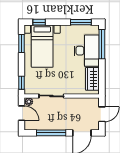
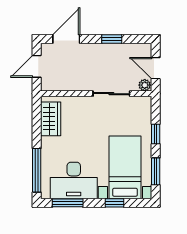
window: (39, 22) -> (114, 203), moved
desk: (87, 51) -> (74, 180), moved, turned -90
window: (22, 83) -> (156, 134), moved
window: (51, 133) -> (112, 39), width x0.46

